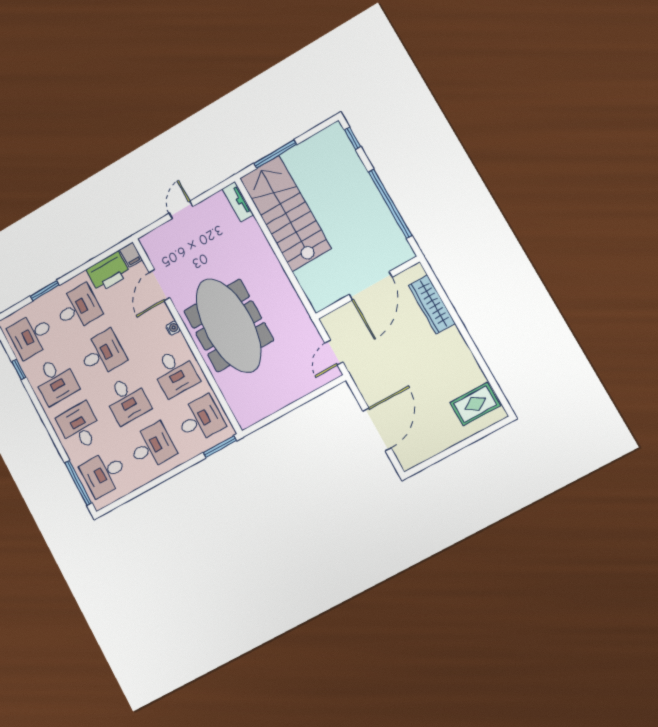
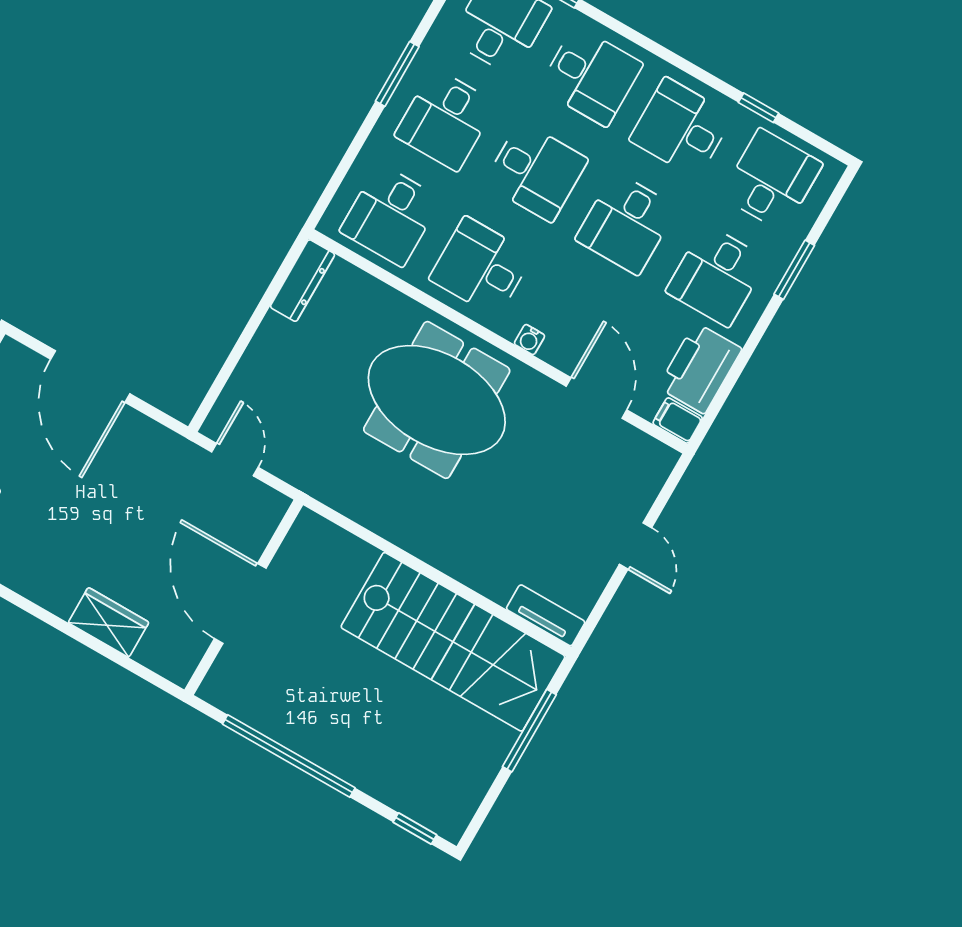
wardrobe: (432, 304) -> (109, 622), width x0.67
meeting table: (229, 326) -> (437, 400), width x0.73
desk: (127, 400) -> (536, 171), turned 180
dresser: (256, 414) -> (302, 281), added
window: (220, 447) -> (397, 74), moved

